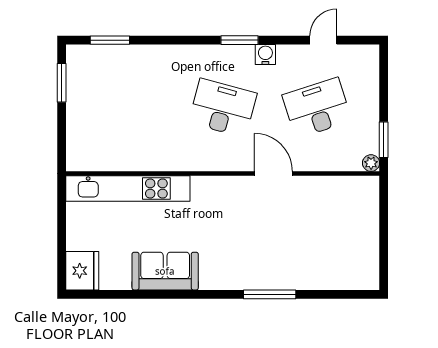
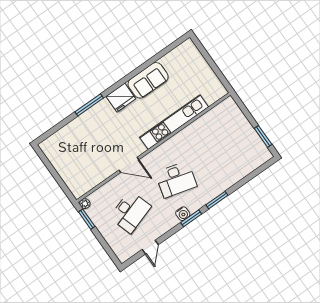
window: (110, 40) -> (217, 200), moved
water cooler: (265, 54) -> (183, 214), moved
kitchen unit: (128, 188) -> (174, 122), moved
fridge: (82, 271) -> (121, 98), moved, turned -90

